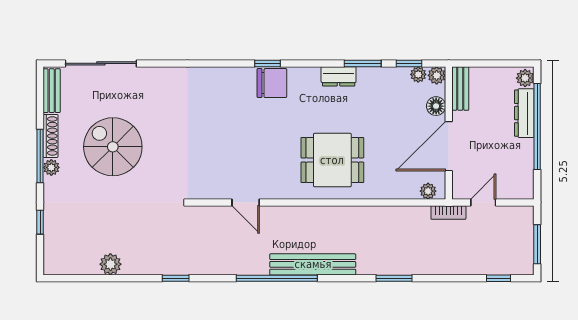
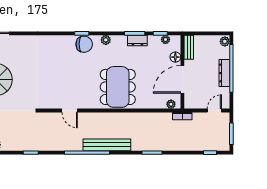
plant: (437, 75) -> (106, 40), moved
dresser: (339, 76) -> (137, 40), moved
dresser: (524, 113) -> (224, 73), moved
dining table: (332, 160) -> (118, 87), width x1.38
door: (483, 202) -> (214, 111), moved

